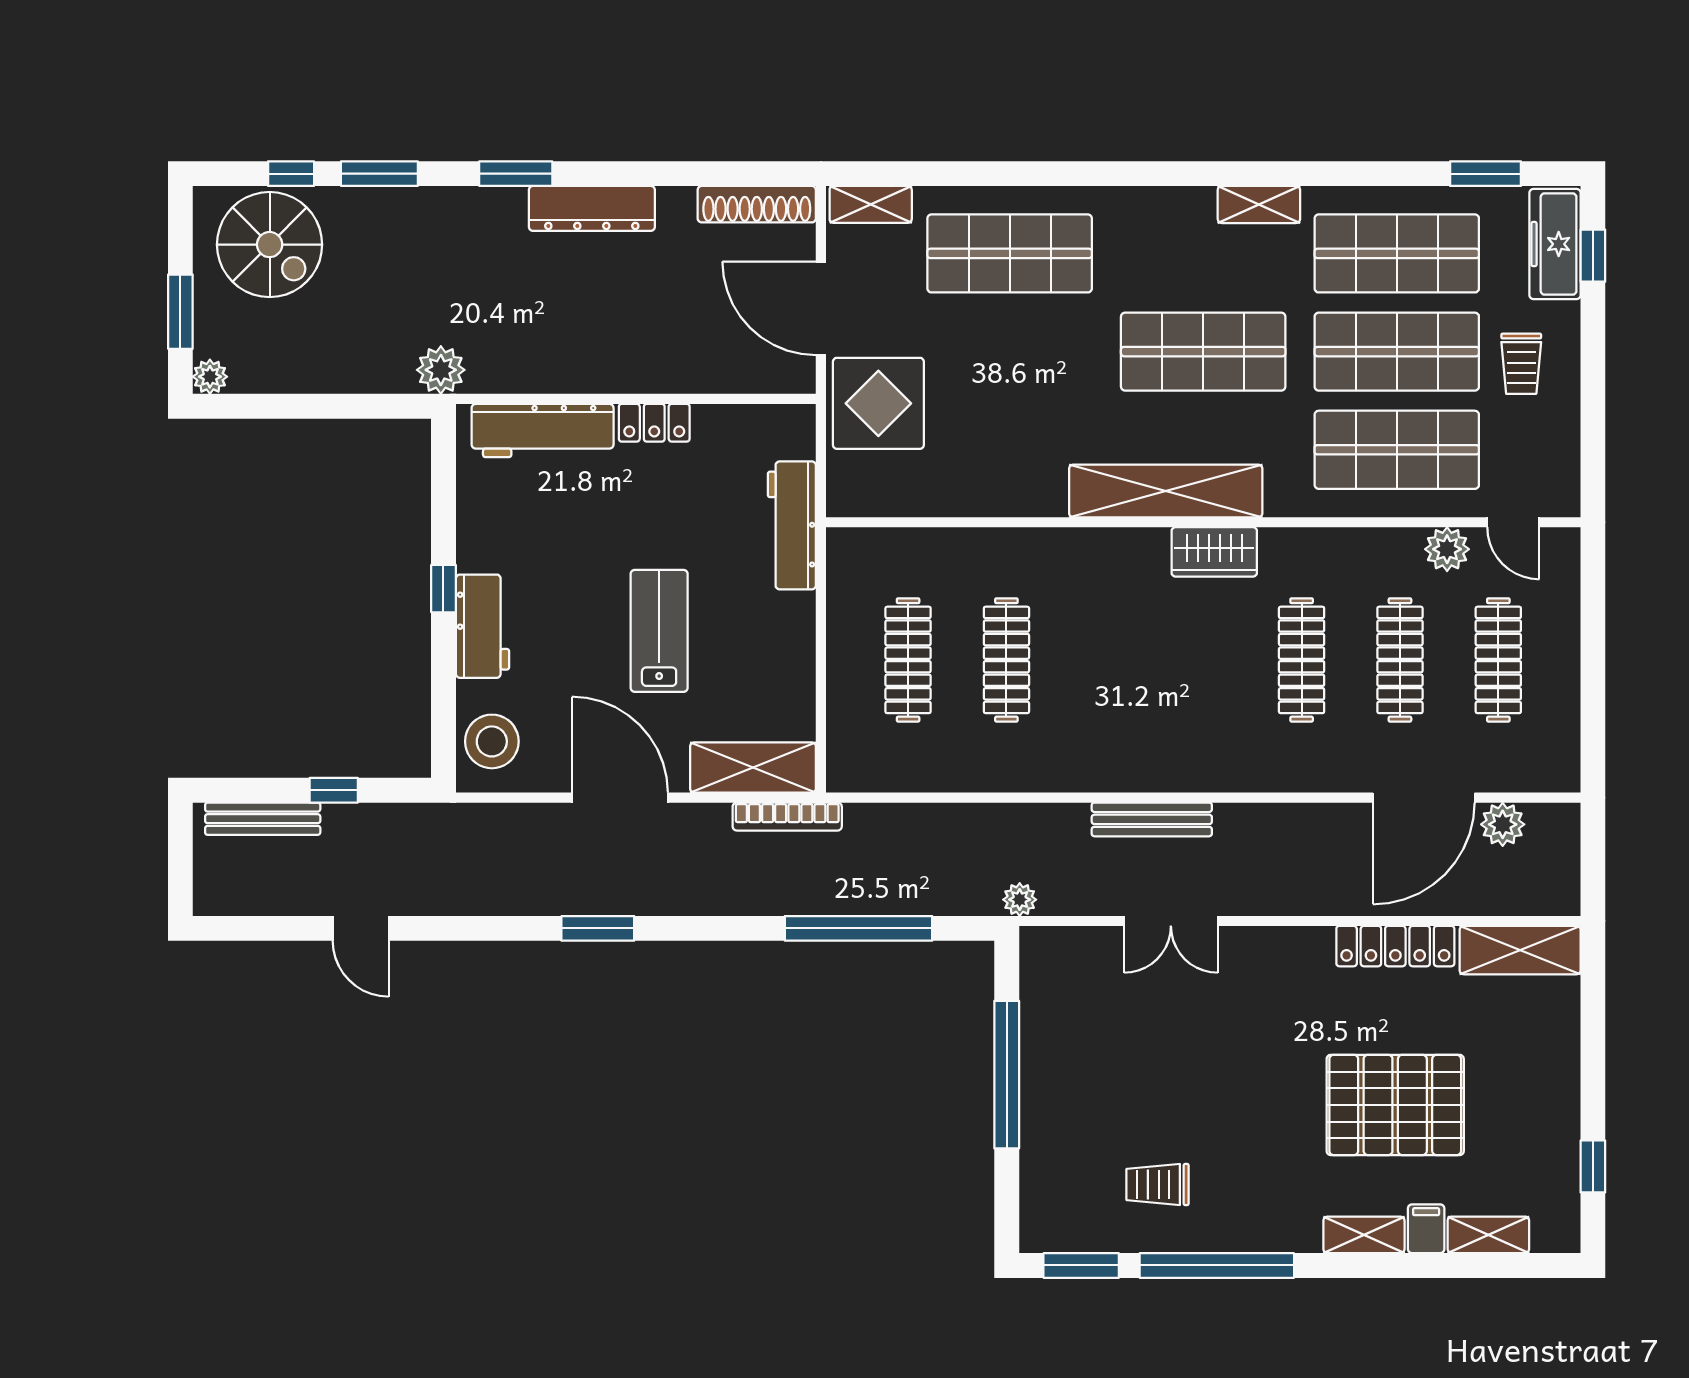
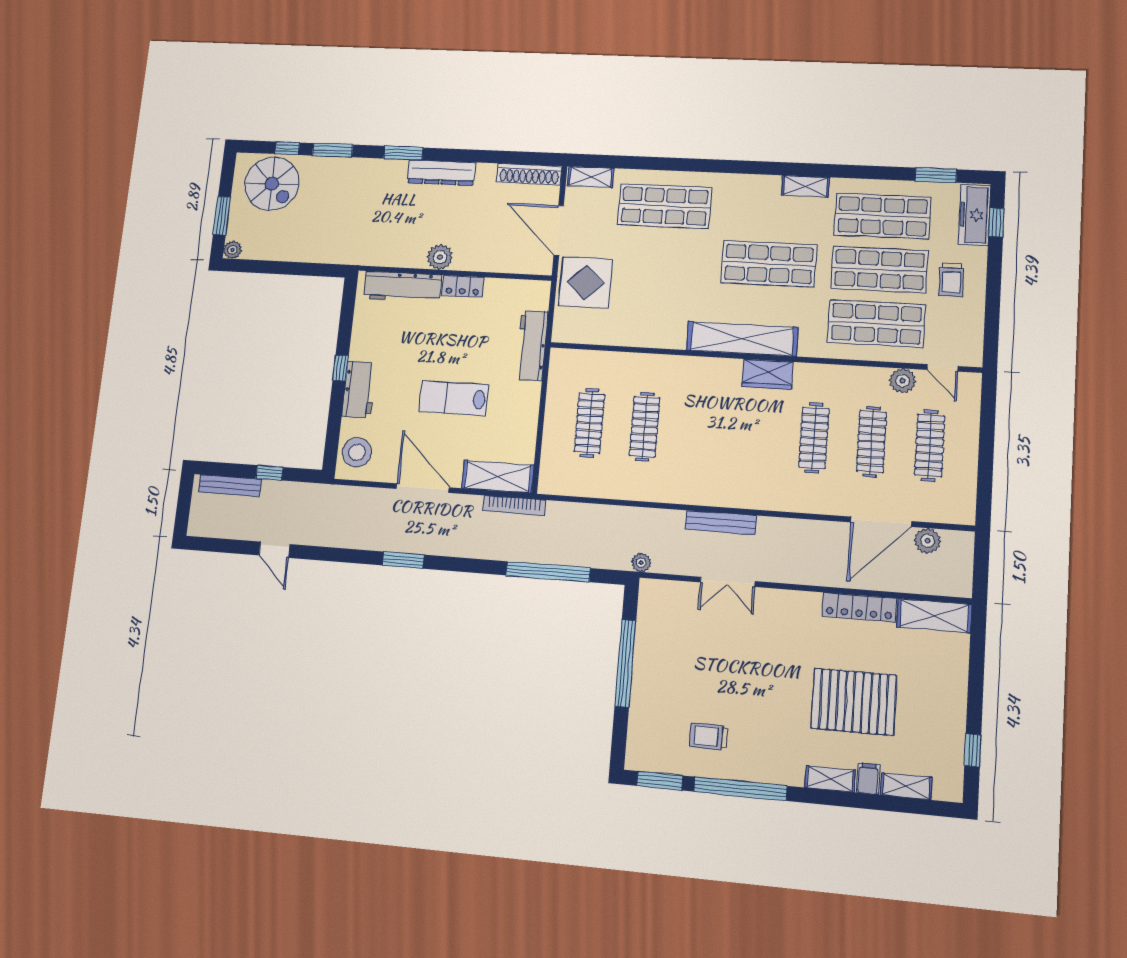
plant: (441, 370) -> (440, 257), moved
lab bench: (659, 631) -> (454, 398), turned -90

